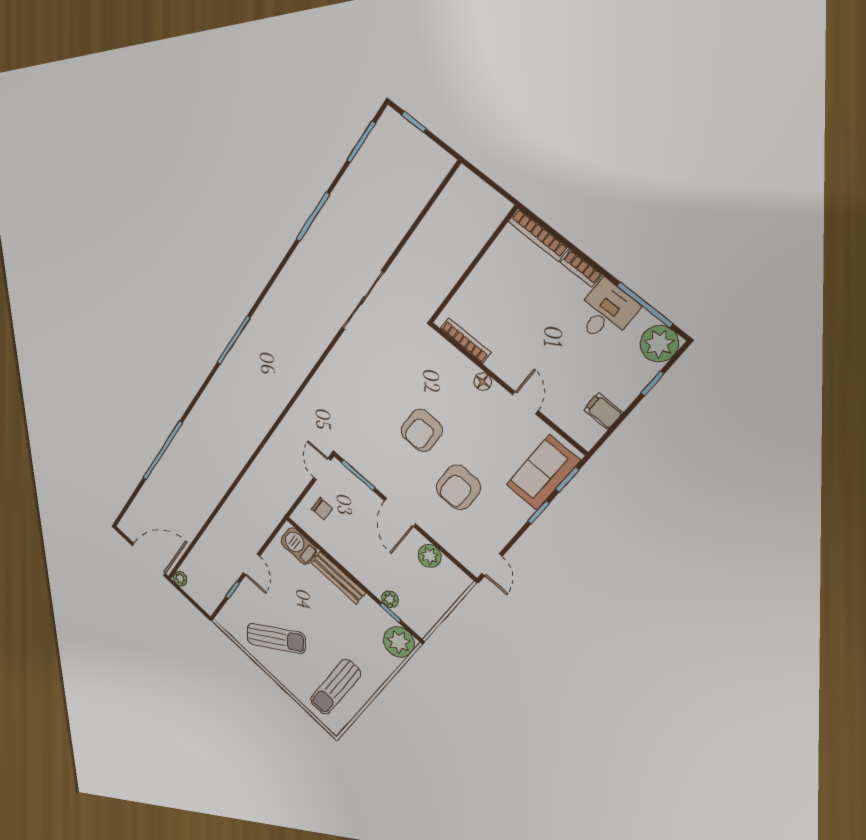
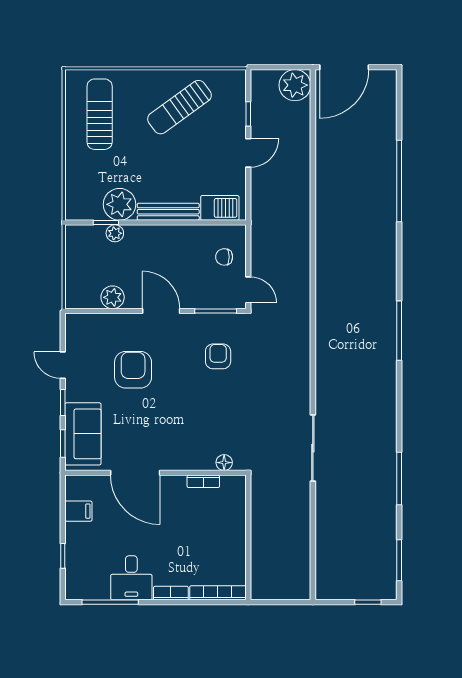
bookcase: (465, 341) -> (203, 481), width x0.64
plant: (659, 344) -> (80, 585), removed
floor lamp: (483, 381) -> (224, 463), moved
door: (525, 403) -> (135, 473), width x1.88
armchair: (422, 430) -> (218, 356), moved, width x0.72, depth x0.72
door: (251, 565) -> (248, 153), swing flipped
door: (492, 565) -> (63, 365), moved
plant: (180, 579) -> (295, 85), width x1.87, depth x1.87
plant: (399, 642) -> (120, 204), moved

